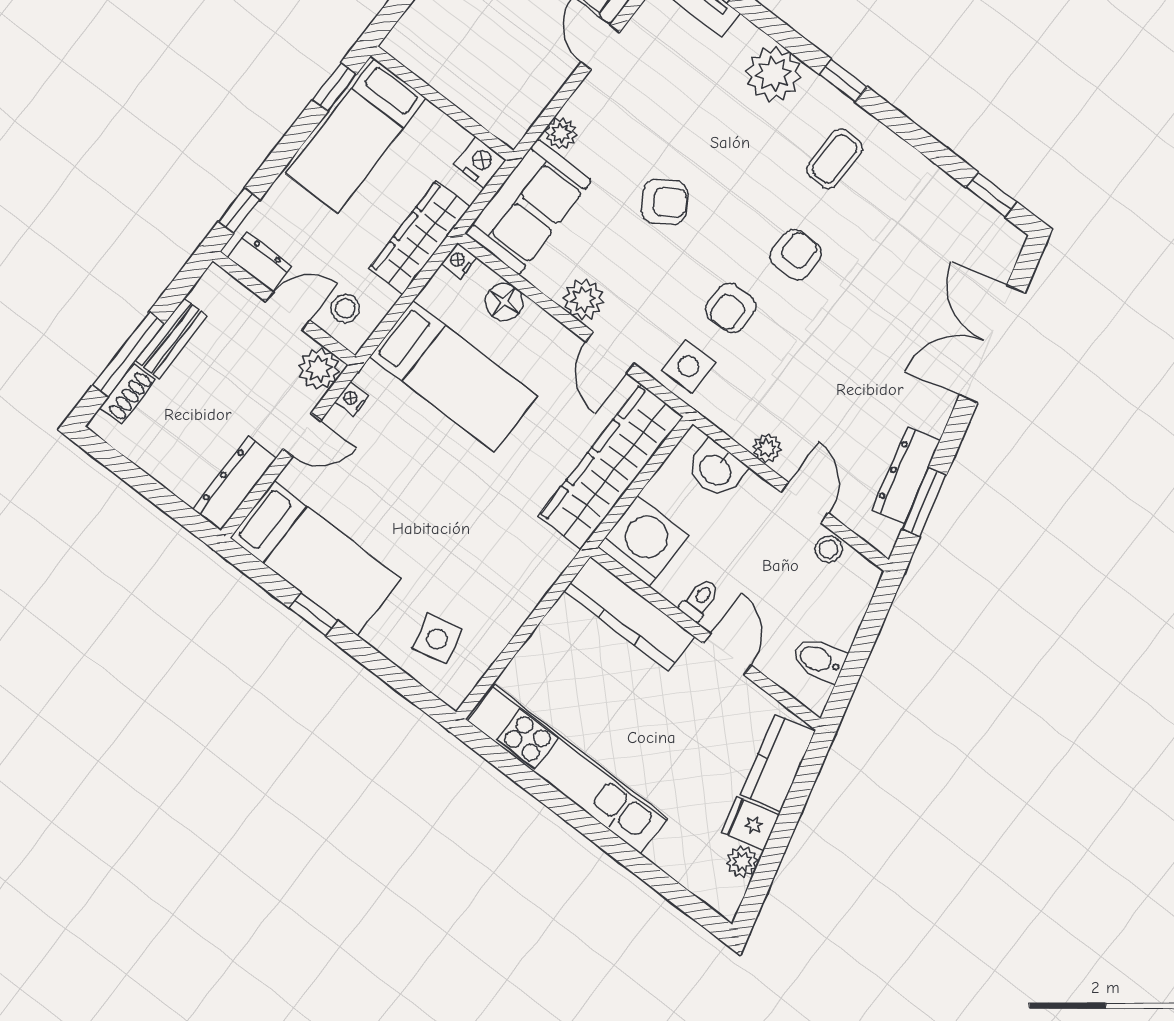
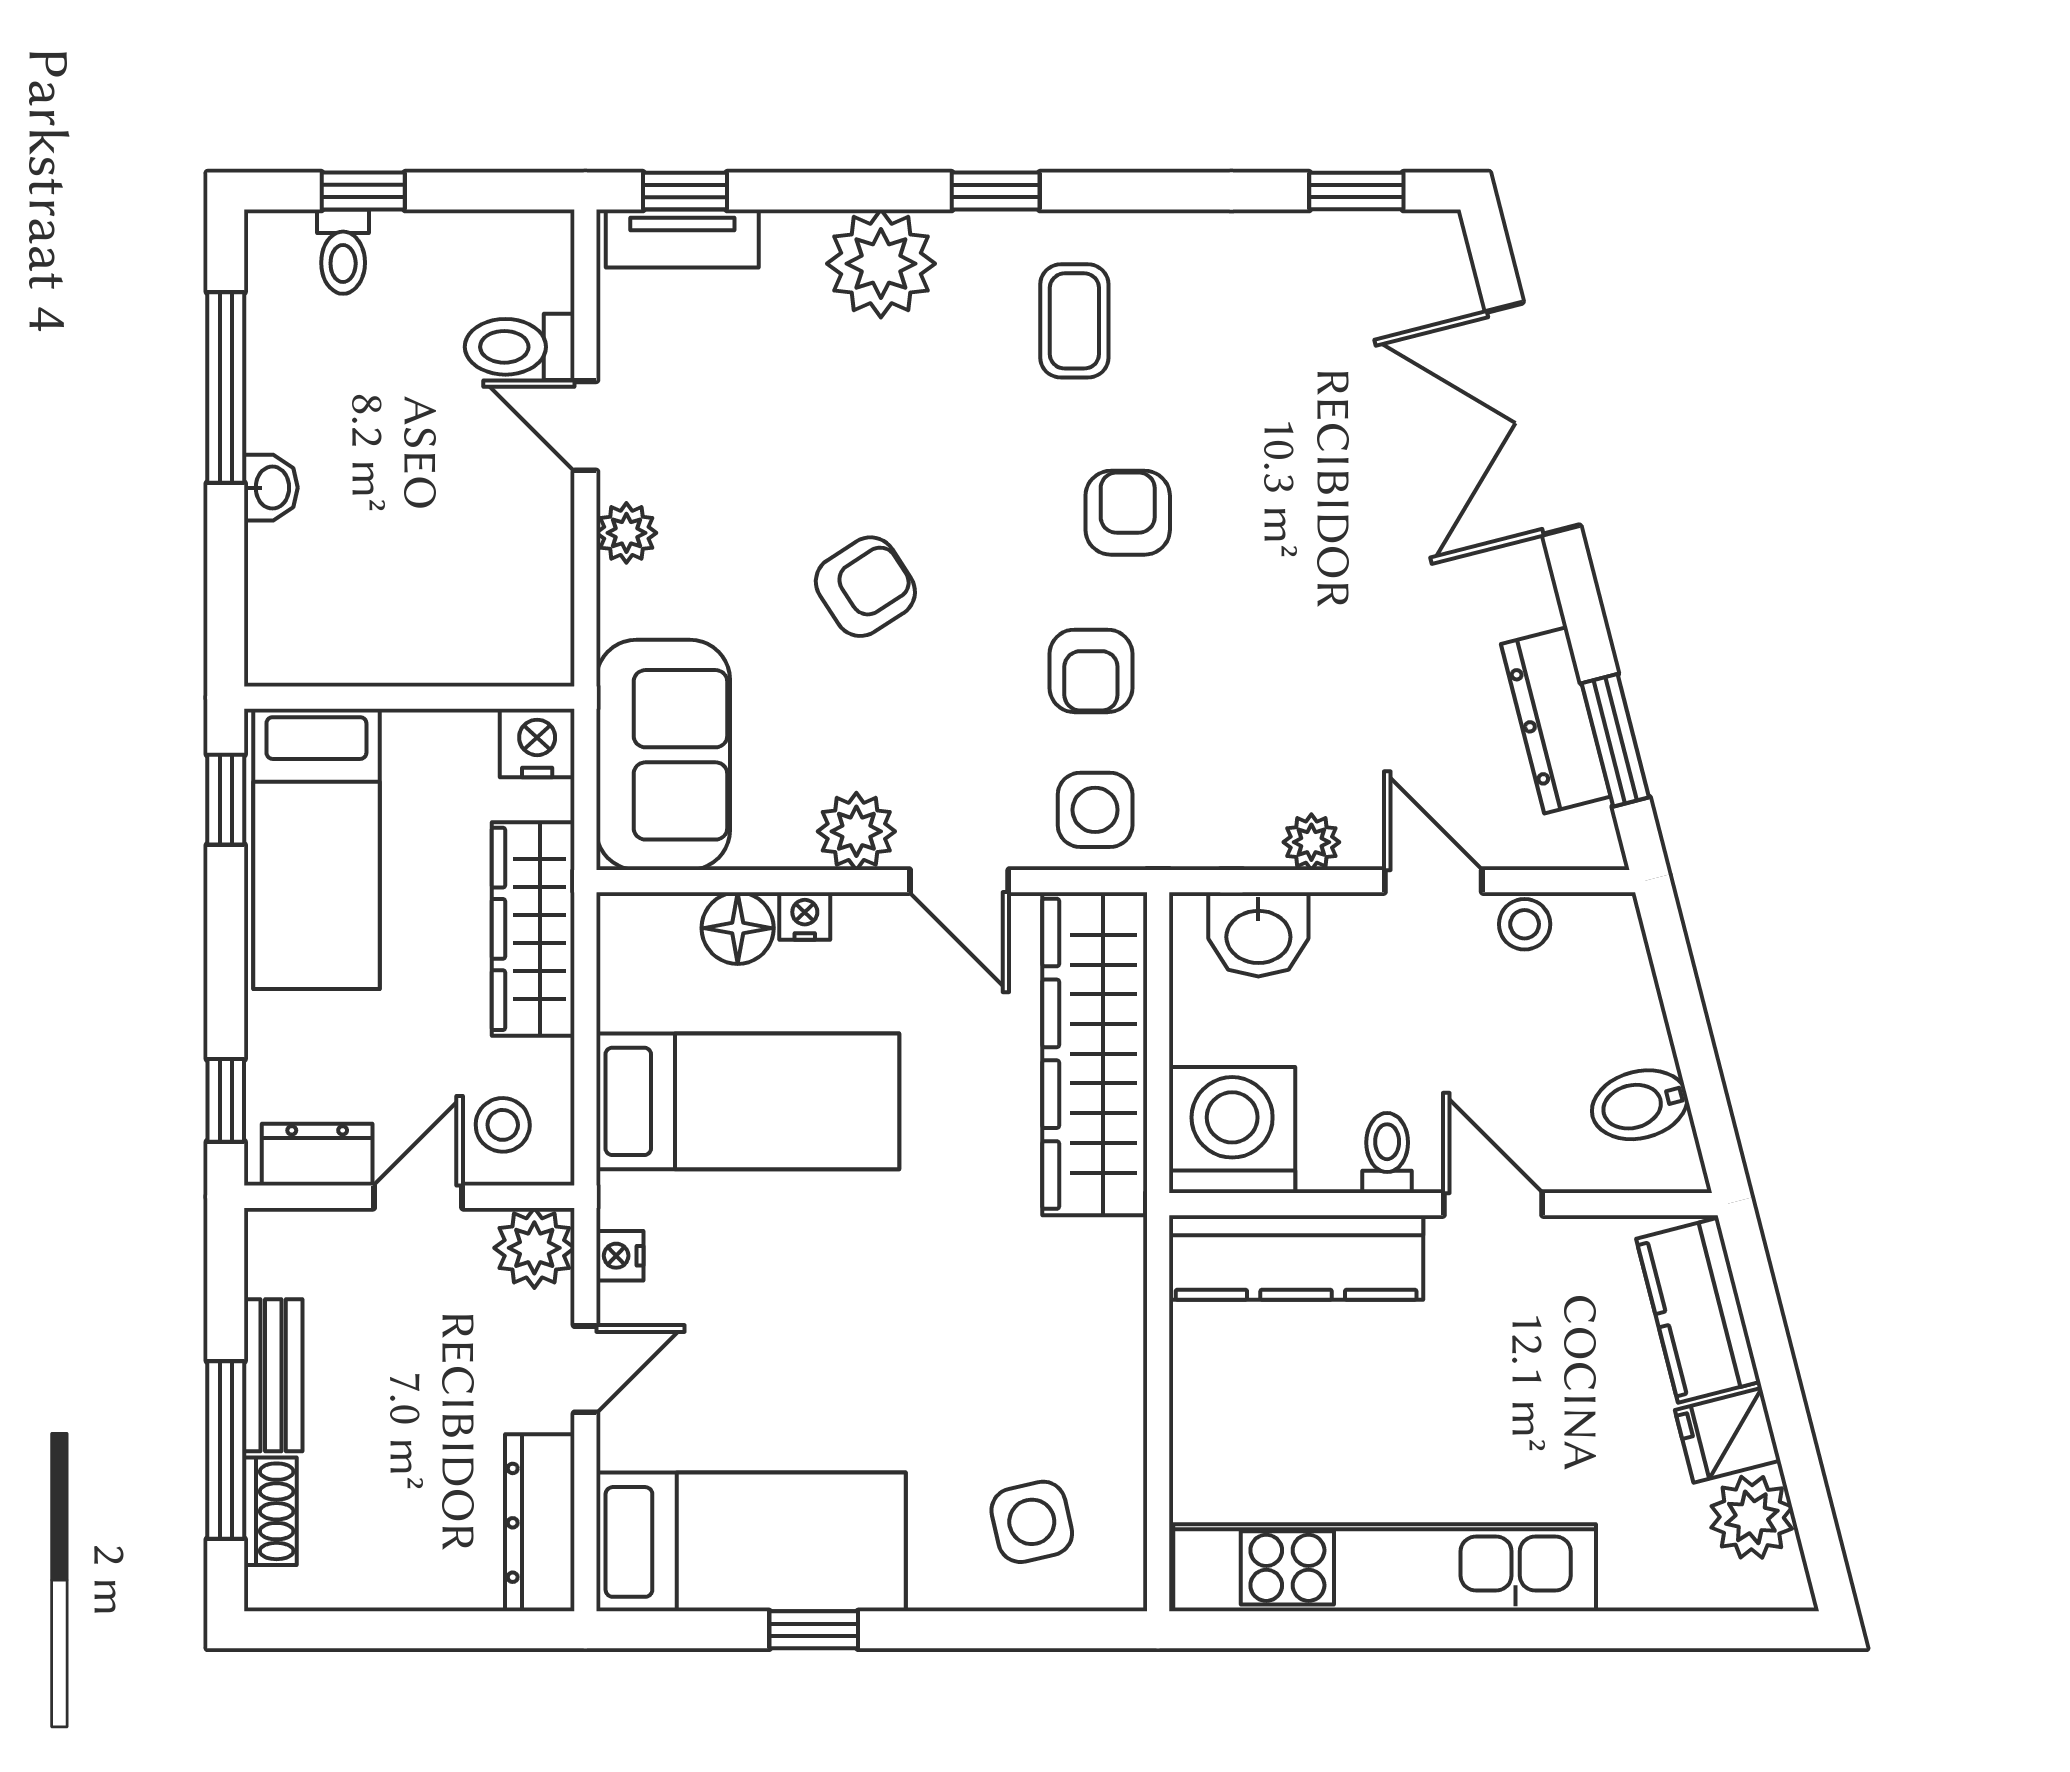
plant: (561, 133) -> (626, 533), moved
nightstand: (459, 261) -> (805, 916), moved, turned 90
plant: (742, 862) -> (1752, 1517), width x1.38, depth x1.38

